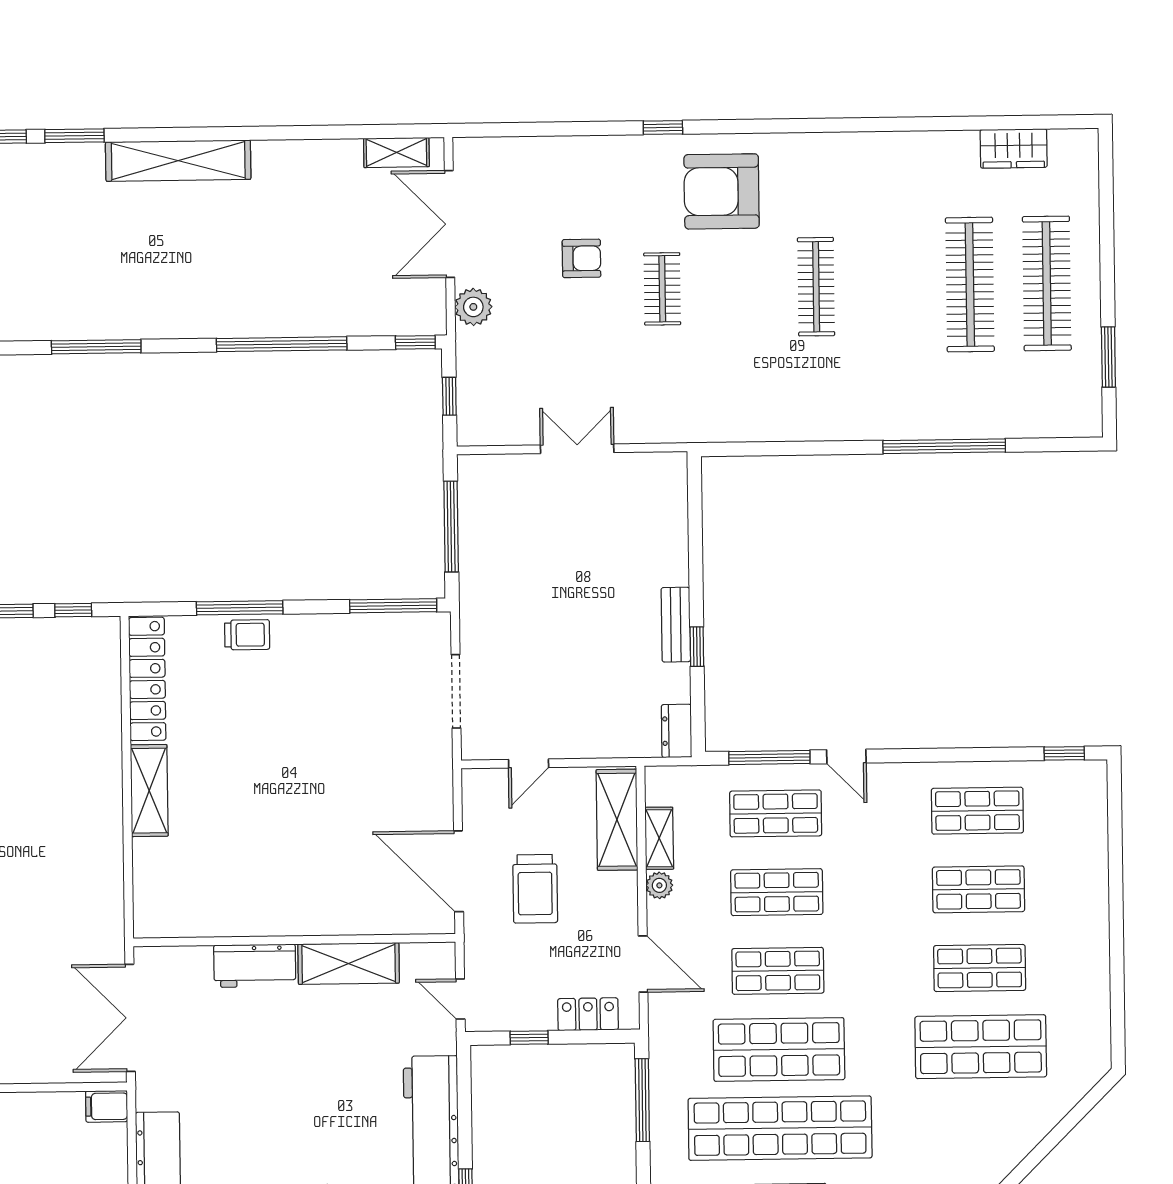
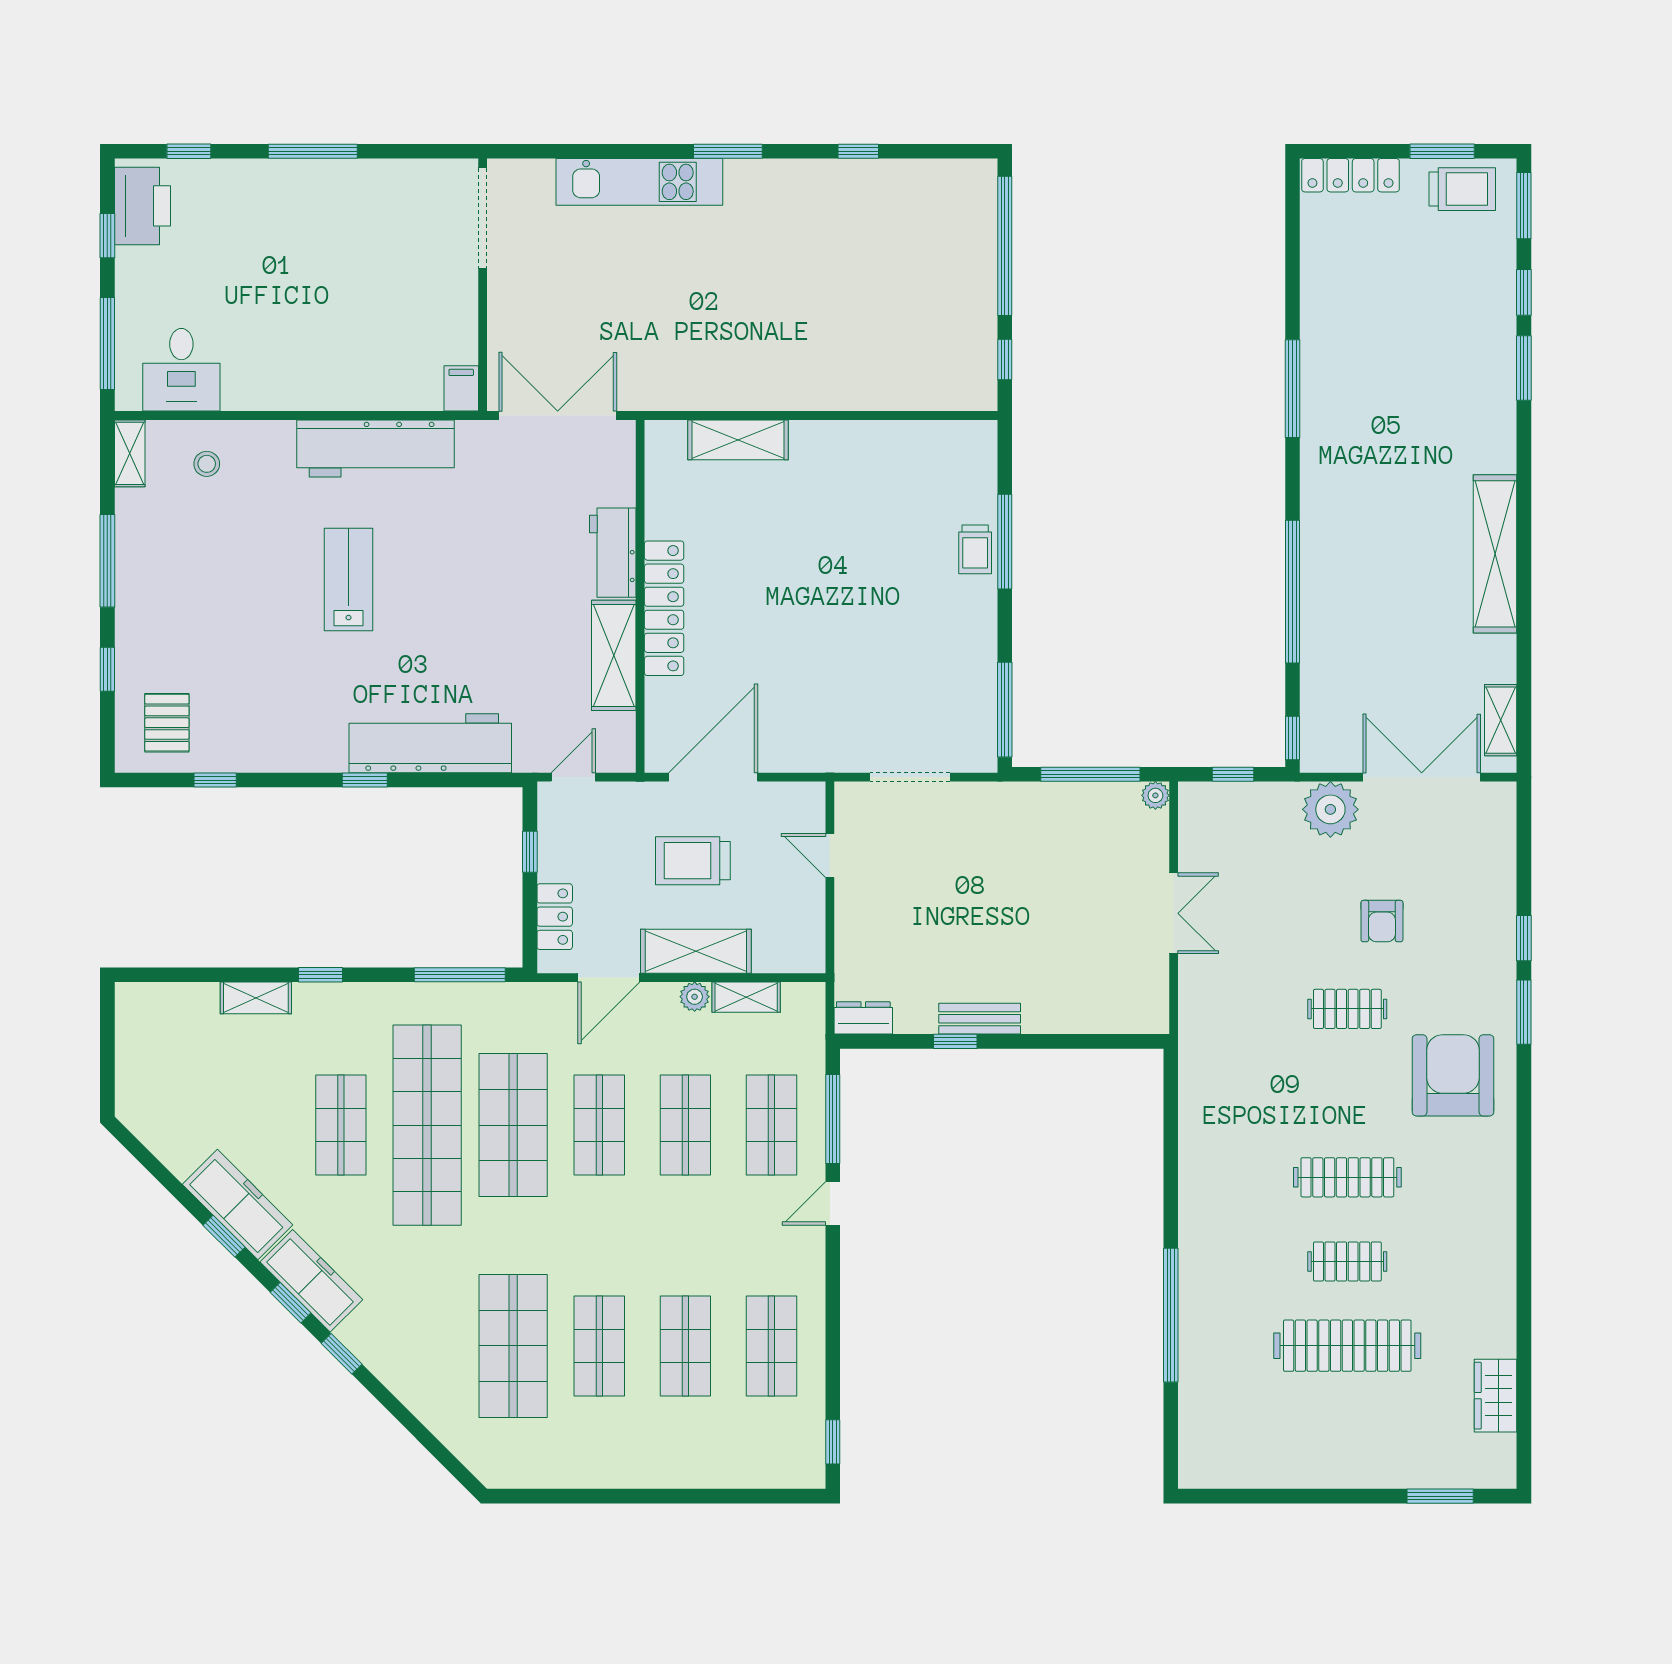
window: (663, 127) -> (1524, 1012), width x1.50
window: (595, 128) -> (1524, 938), added
shelving: (178, 161) -> (1495, 554), moved
clothes rail: (1047, 283) -> (1347, 1262), moved, width x0.54, depth x0.76
plant: (473, 307) -> (1330, 809), width x1.36, depth x1.36
window: (1108, 357) -> (1440, 1496), moved
plant: (470, 467) -> (1155, 795), added
locker: (147, 679) -> (664, 608), moved, turned -90
shelving: (149, 791) -> (738, 440), moved
shelving: (617, 820) -> (696, 951), moved

